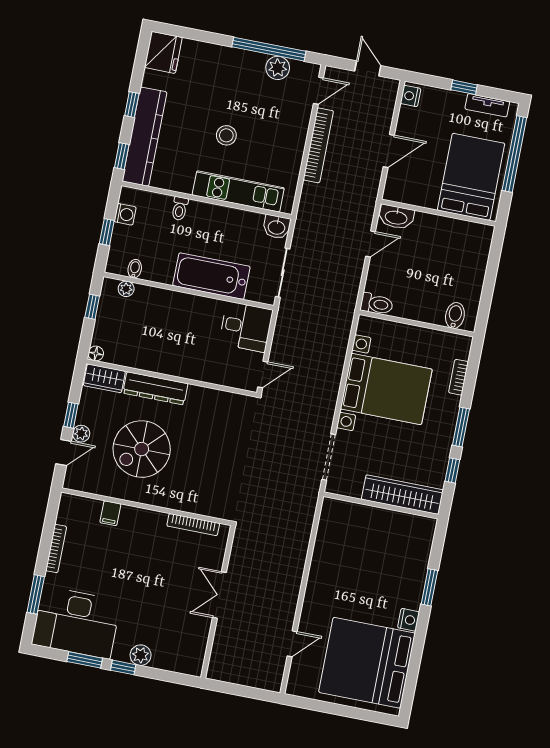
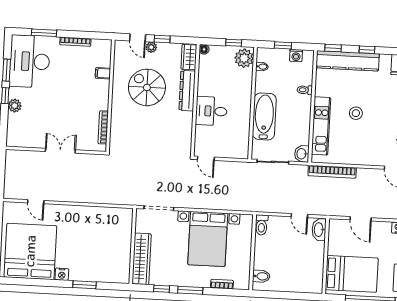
bookcase: (318, 145) -> (332, 172), moved
plant: (126, 289) -> (244, 58), width x1.88, depth x1.88
desk: (246, 327) -> (211, 111), moved, turned 90

